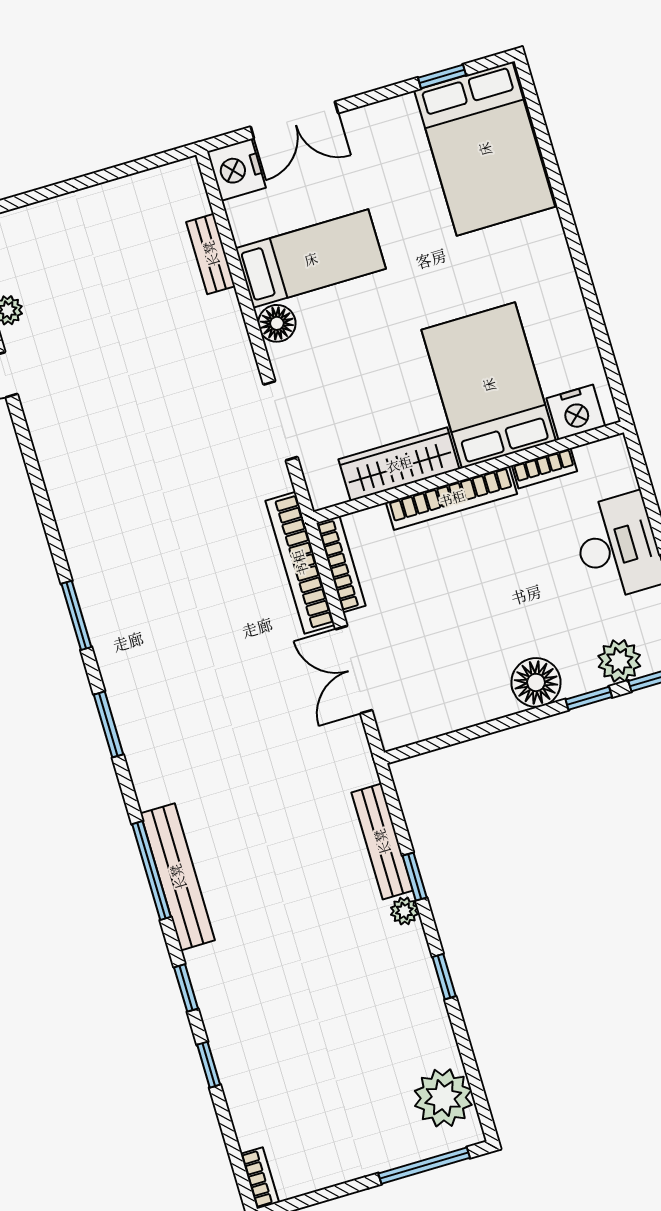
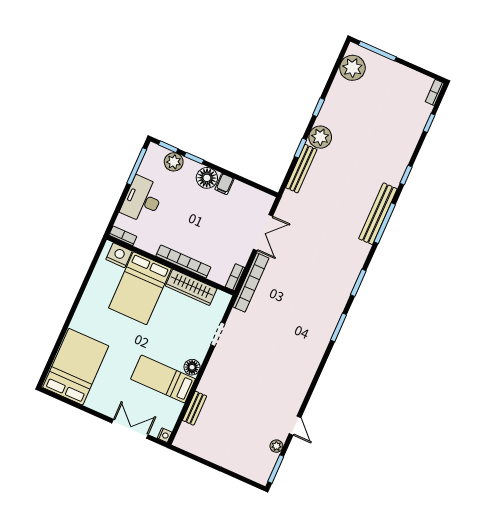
window: (442, 76) -> (70, 402), removed
nightstand: (236, 170) -> (165, 435), width x0.53, depth x0.56
doorway: (280, 421) -> (218, 334), width x0.73
bookcase: (544, 468) -> (123, 236), moved
bookcase: (341, 564) -> (235, 277), width x0.64
filing cabinet: (496, 698) -> (224, 184), added
plant: (404, 911) -> (320, 137), width x1.87, depth x1.87
window: (209, 1065) -> (429, 123), moved

